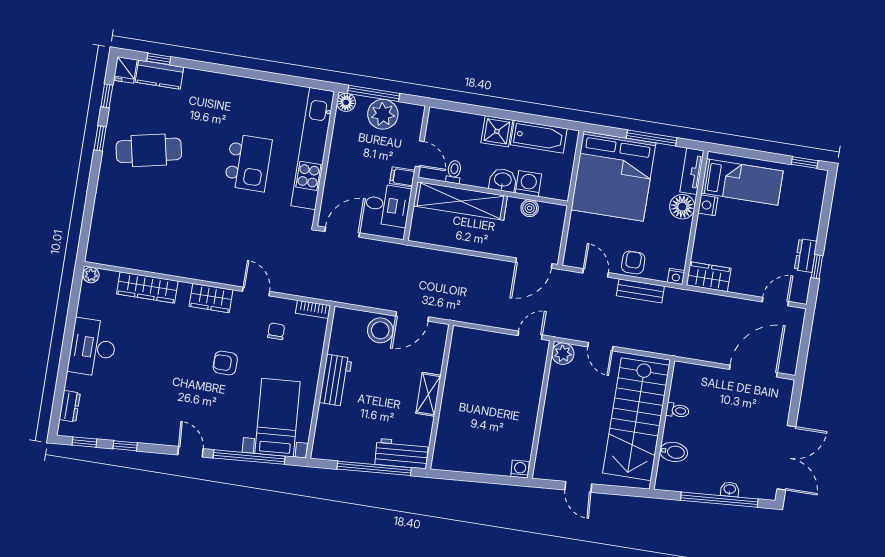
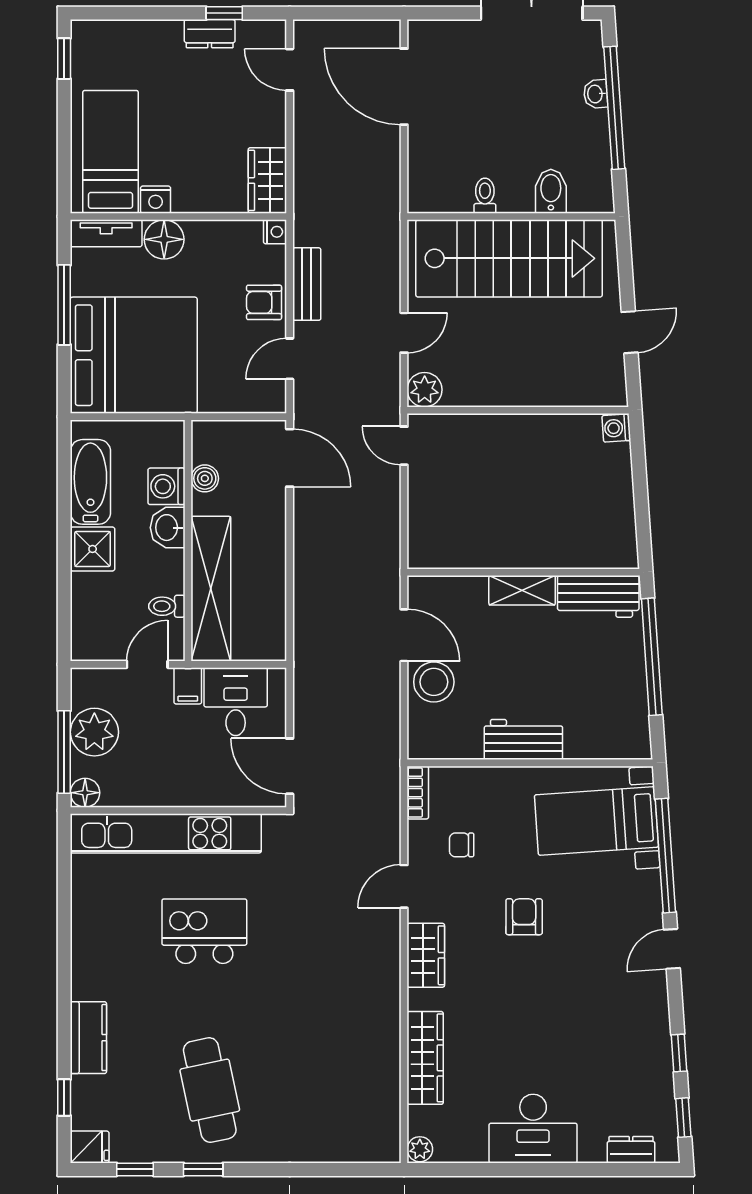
kitchen counter: (159, 75) -> (88, 1038), moved
armchair: (225, 363) -> (524, 917), turned 180
workbench: (402, 454) -> (598, 596), moved, turned -86

